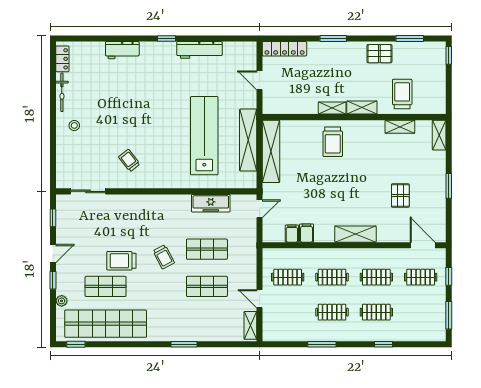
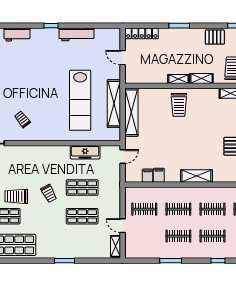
lab bench: (204, 136) -> (80, 100), turned 180

